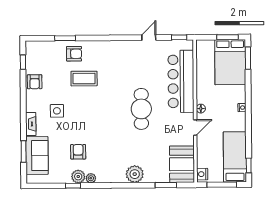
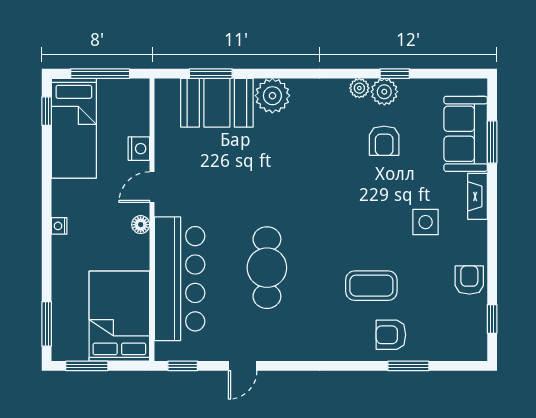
bed: (230, 62) -> (119, 316), moved
cafe table: (141, 109) -> (267, 268), moved
booth: (182, 164) -> (217, 103), moved, turned 90
nightstand: (202, 174) -> (139, 149), moved

